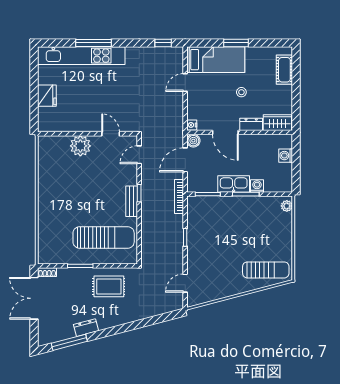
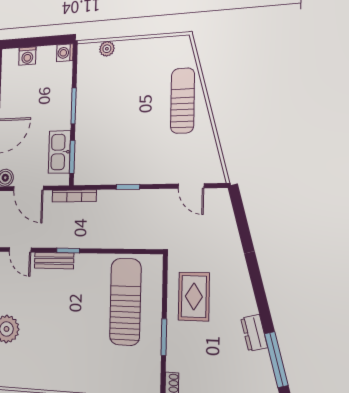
kitchen sink: (234, 184) -> (60, 152), moved
washing machine: (257, 186) -> (65, 53), moved
bench: (132, 201) -> (54, 261), moved
plant: (287, 206) -> (107, 49), moved
sun lounger: (266, 270) -> (183, 101), moved

